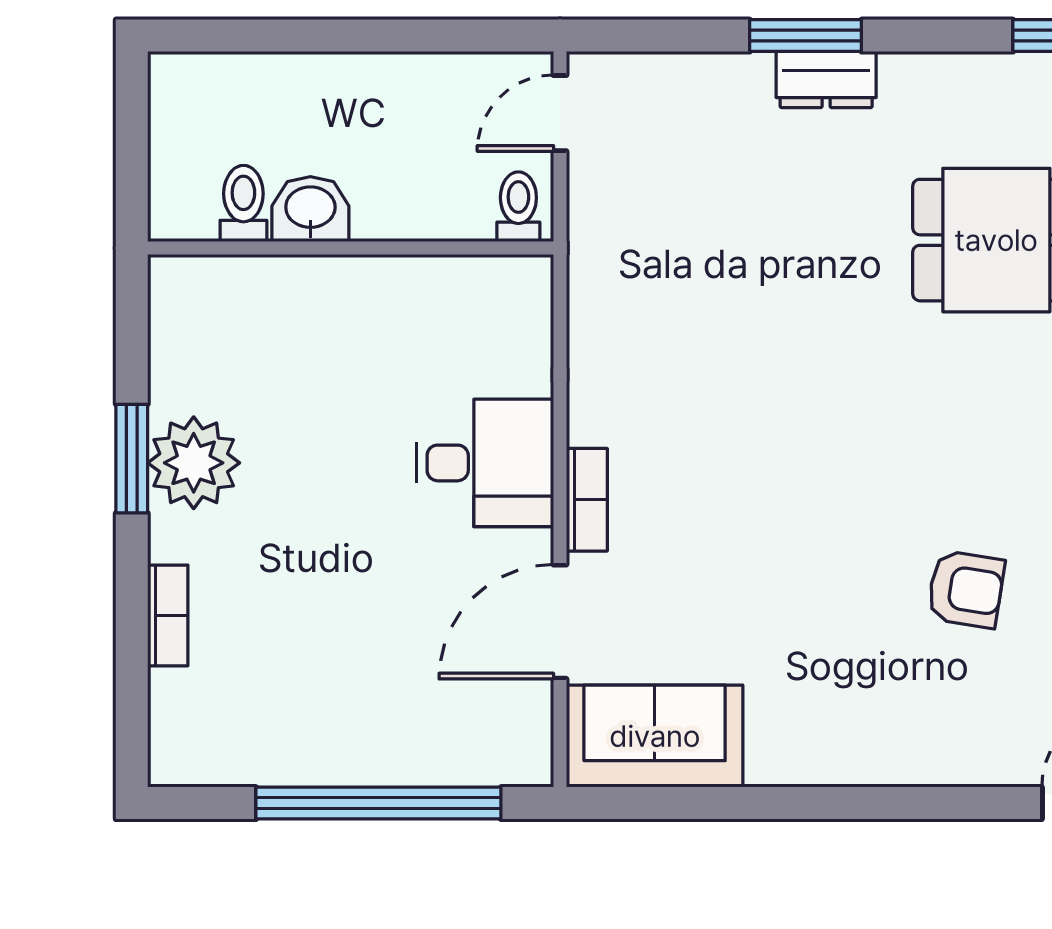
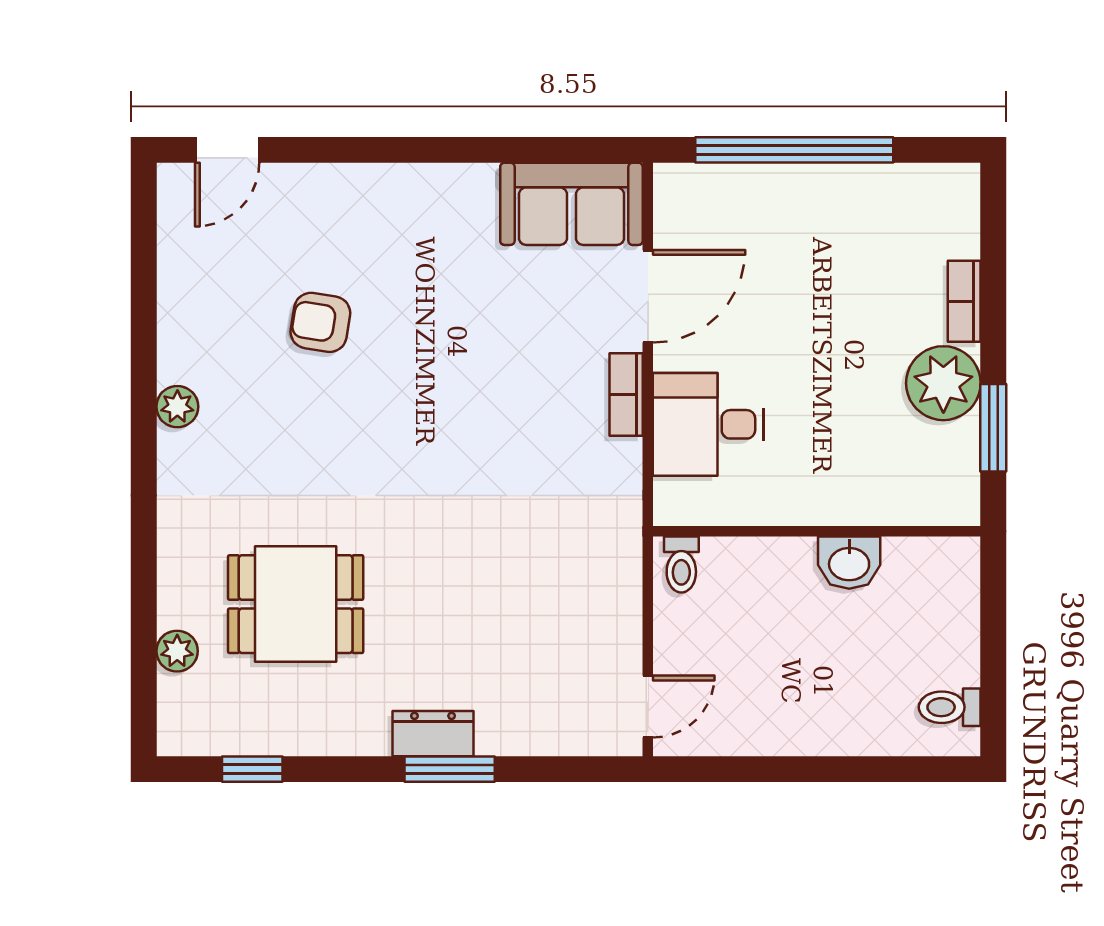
toilet: (243, 204) -> (950, 707), moved, turned 90
toilet: (518, 207) -> (681, 564), moved
washbasin: (310, 209) -> (849, 563), moved
wall: (351, 248) -> (817, 531), moved
plant: (194, 463) -> (943, 383), moved

